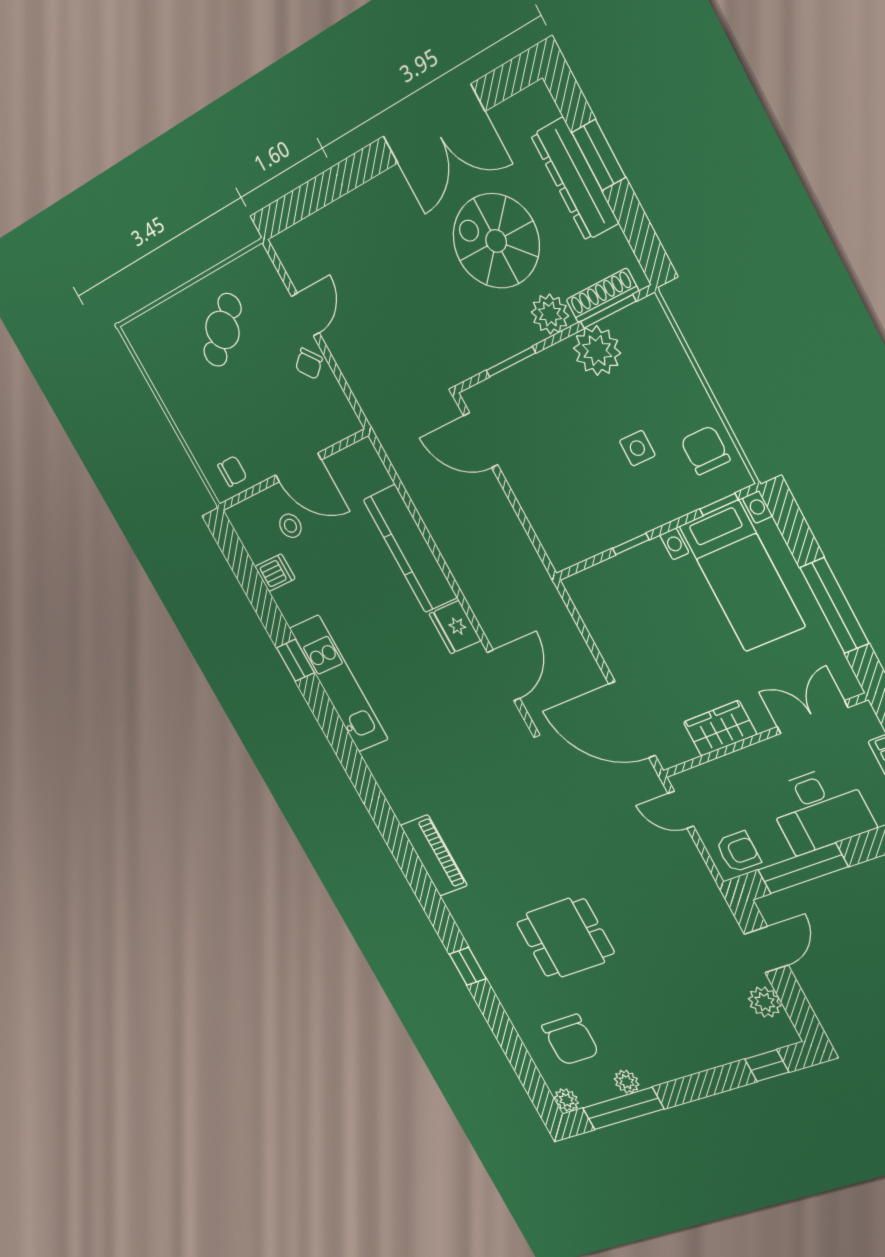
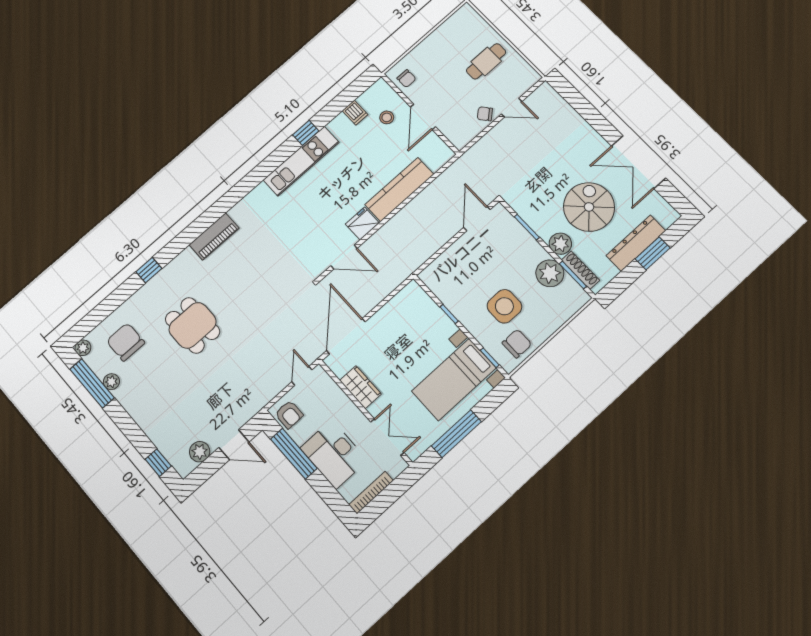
cafe table: (222, 330) -> (486, 61), turned -52
side table: (637, 448) -> (504, 306), width x1.87, depth x1.87
chair: (570, 1040) -> (126, 342), turned 90

